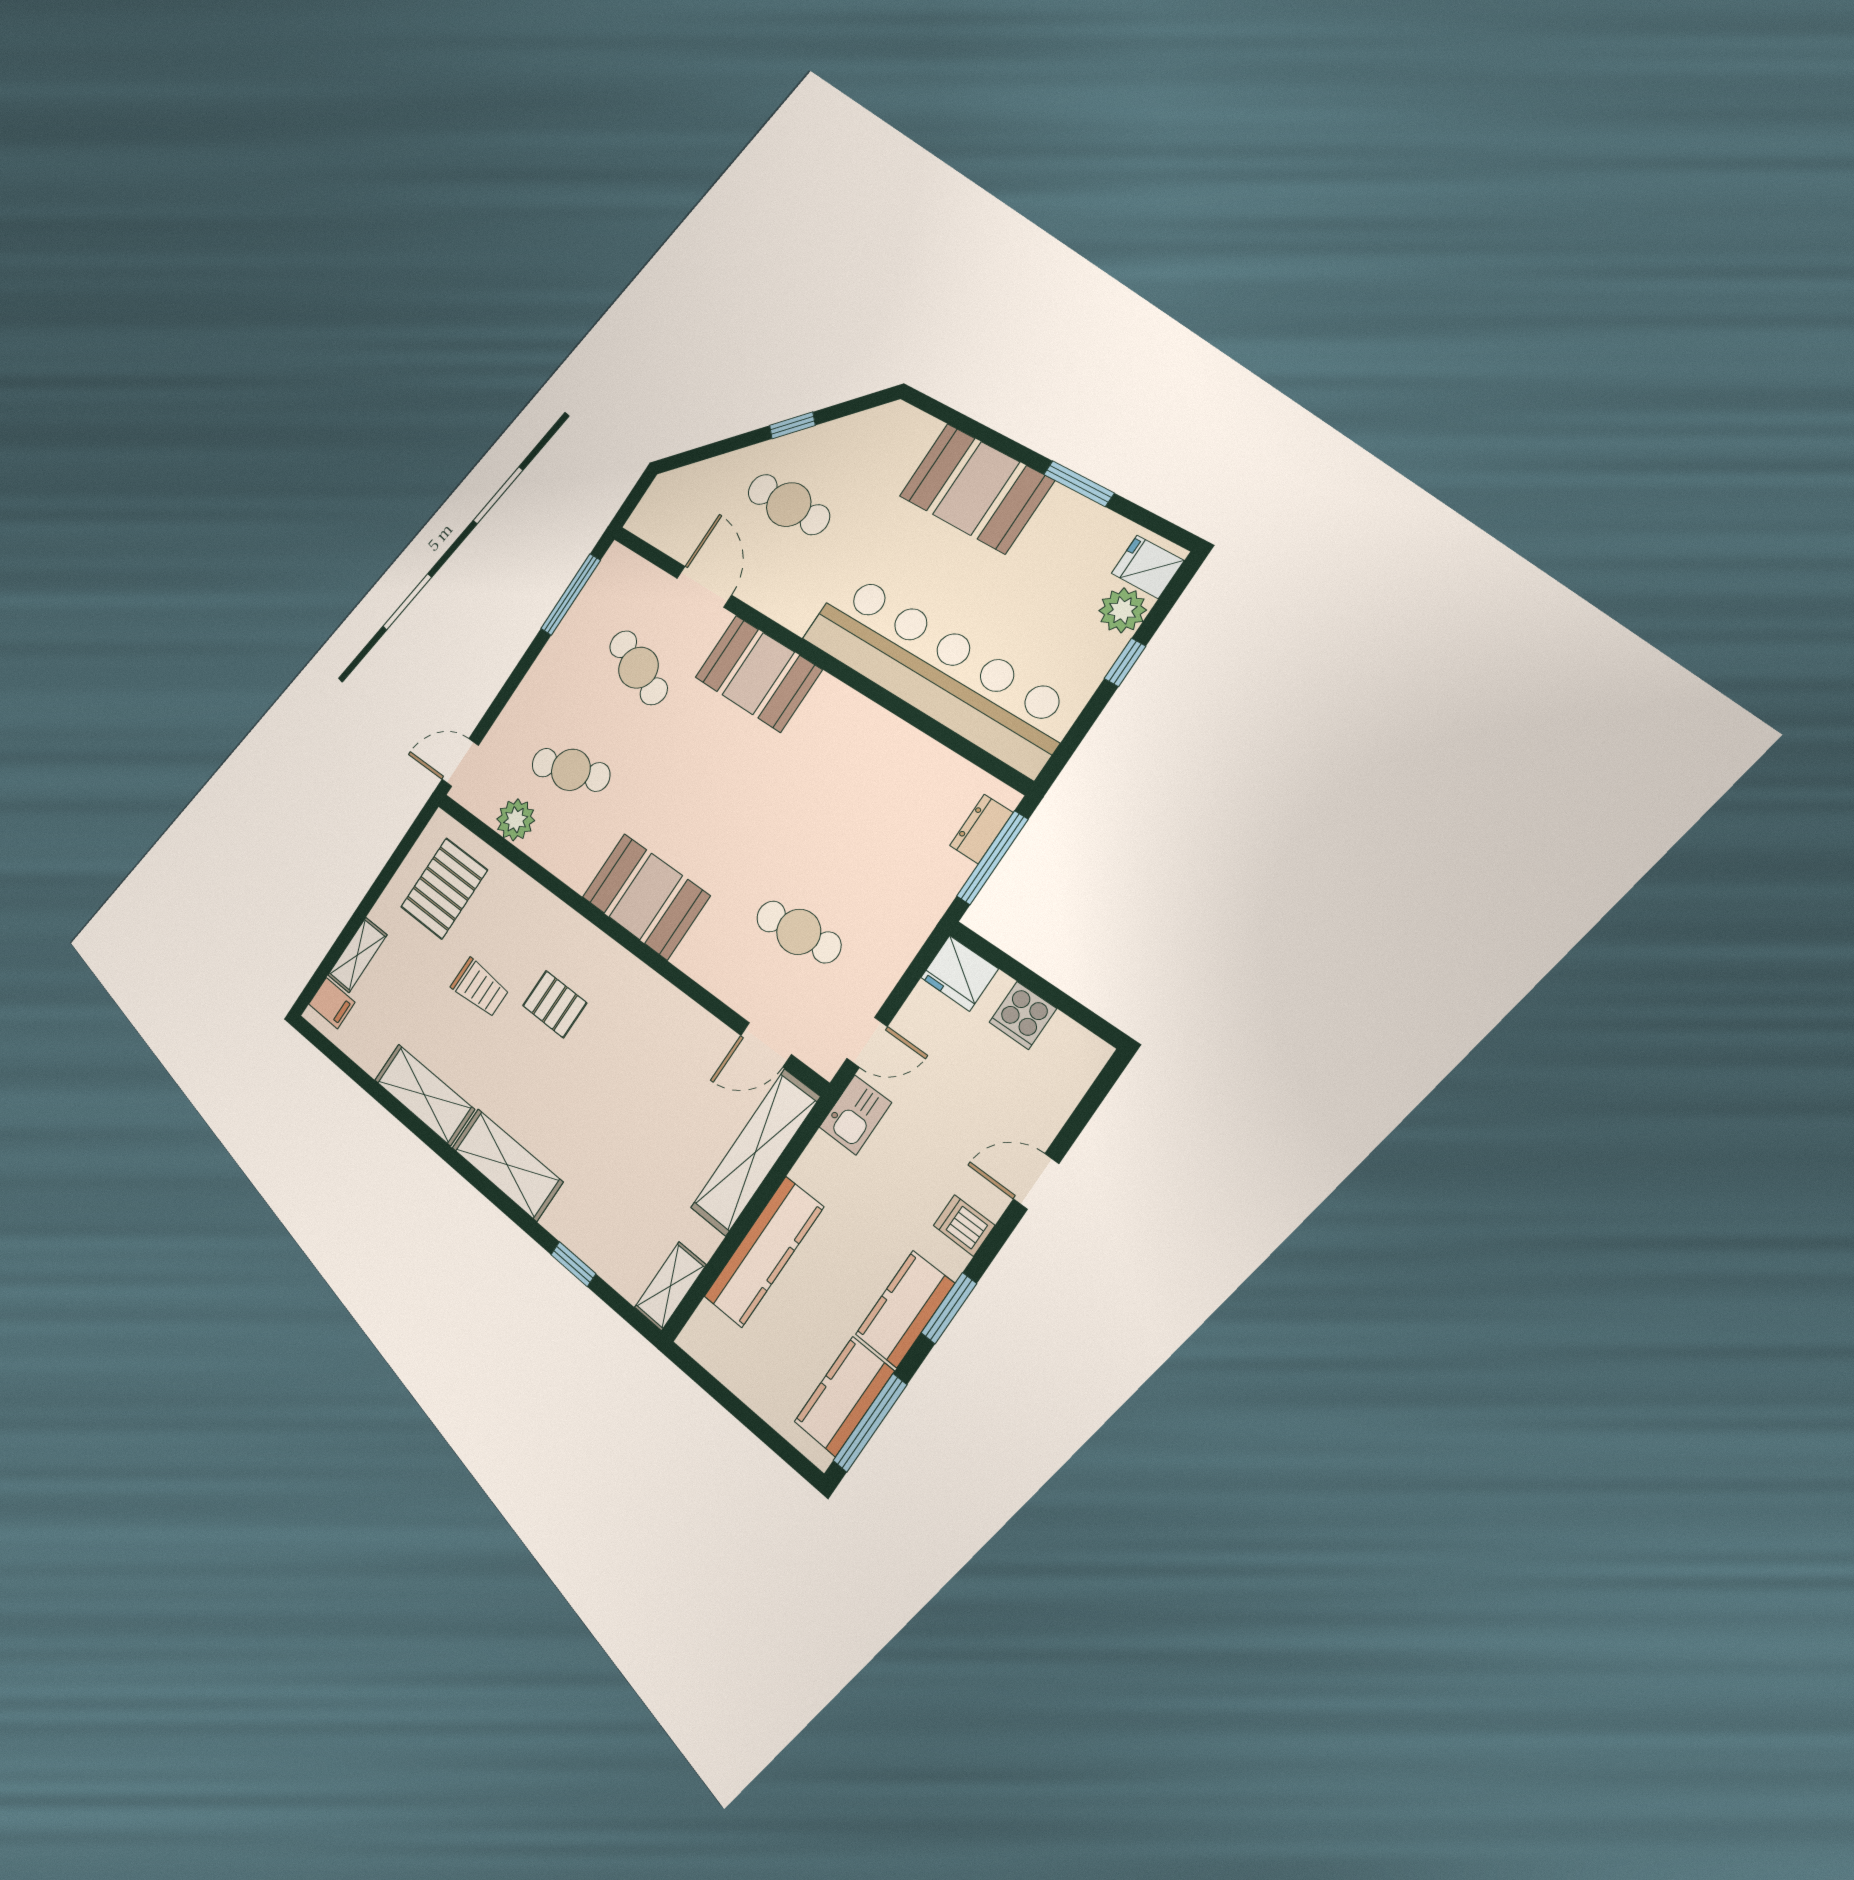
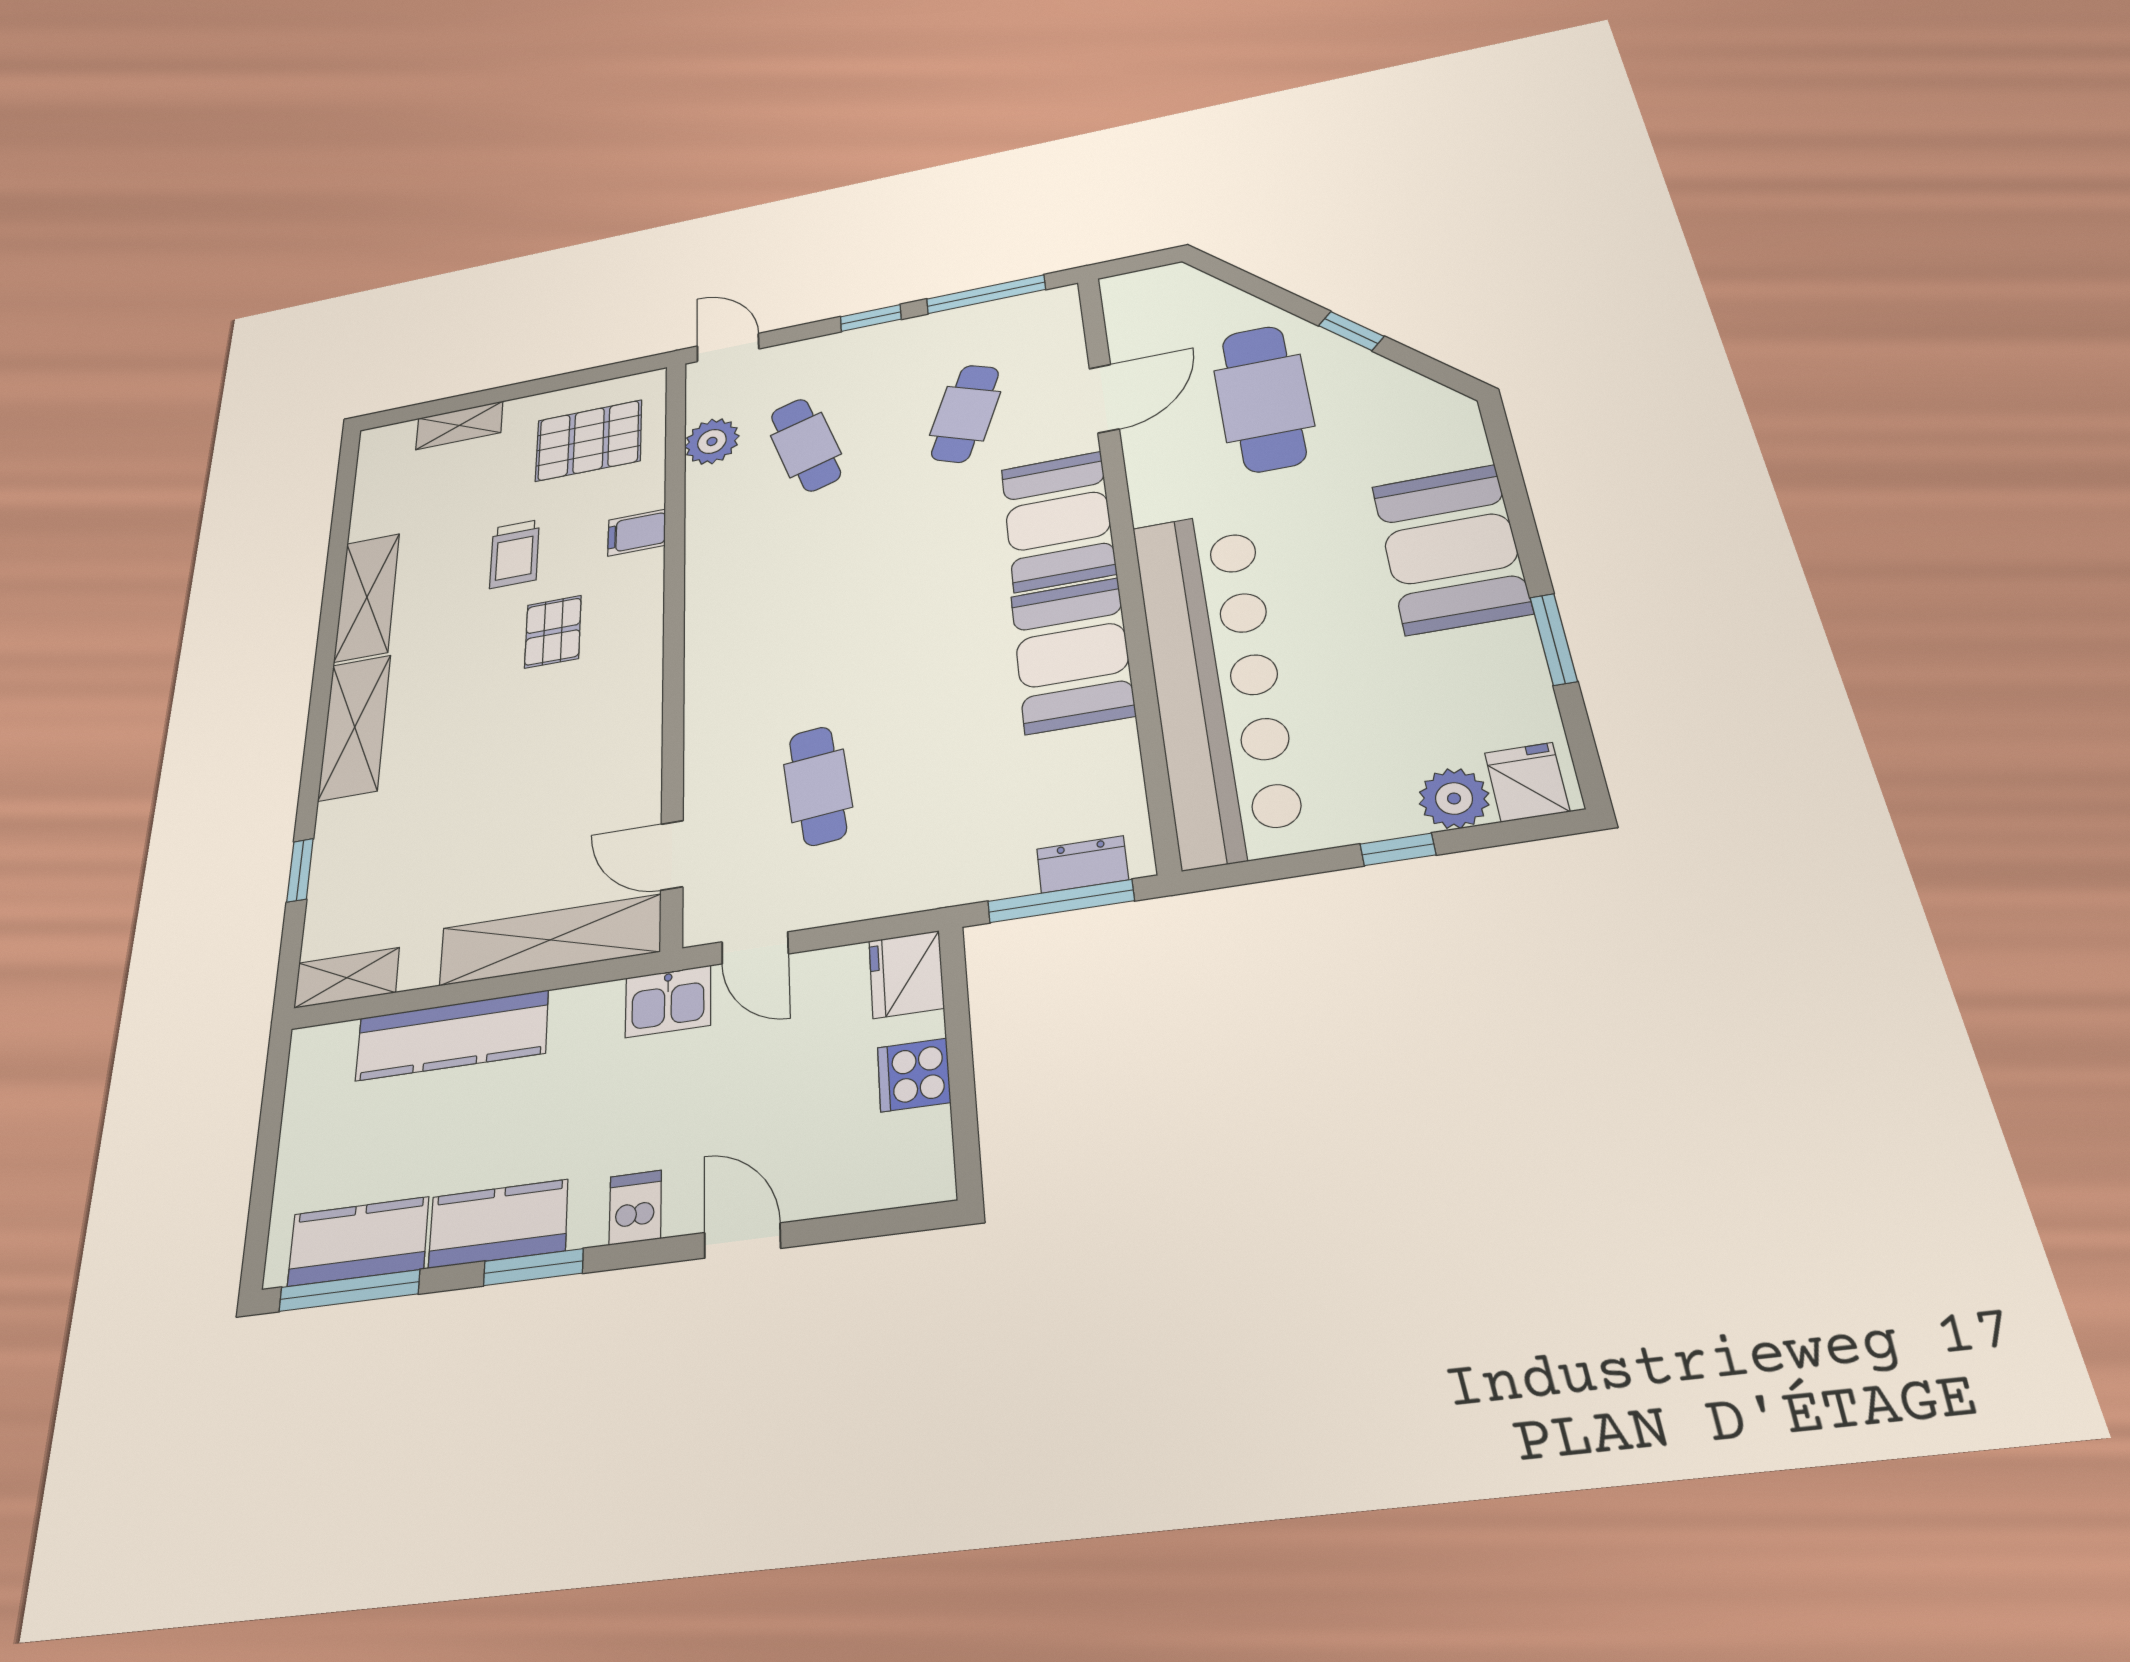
cafe table: (789, 504) -> (1264, 398), width x1.37, depth x1.35
window: (522, 669) -> (871, 318), added
booth: (646, 896) -> (1072, 655), moved
filing cabinet: (332, 1003) -> (637, 533), moved, turned 90

